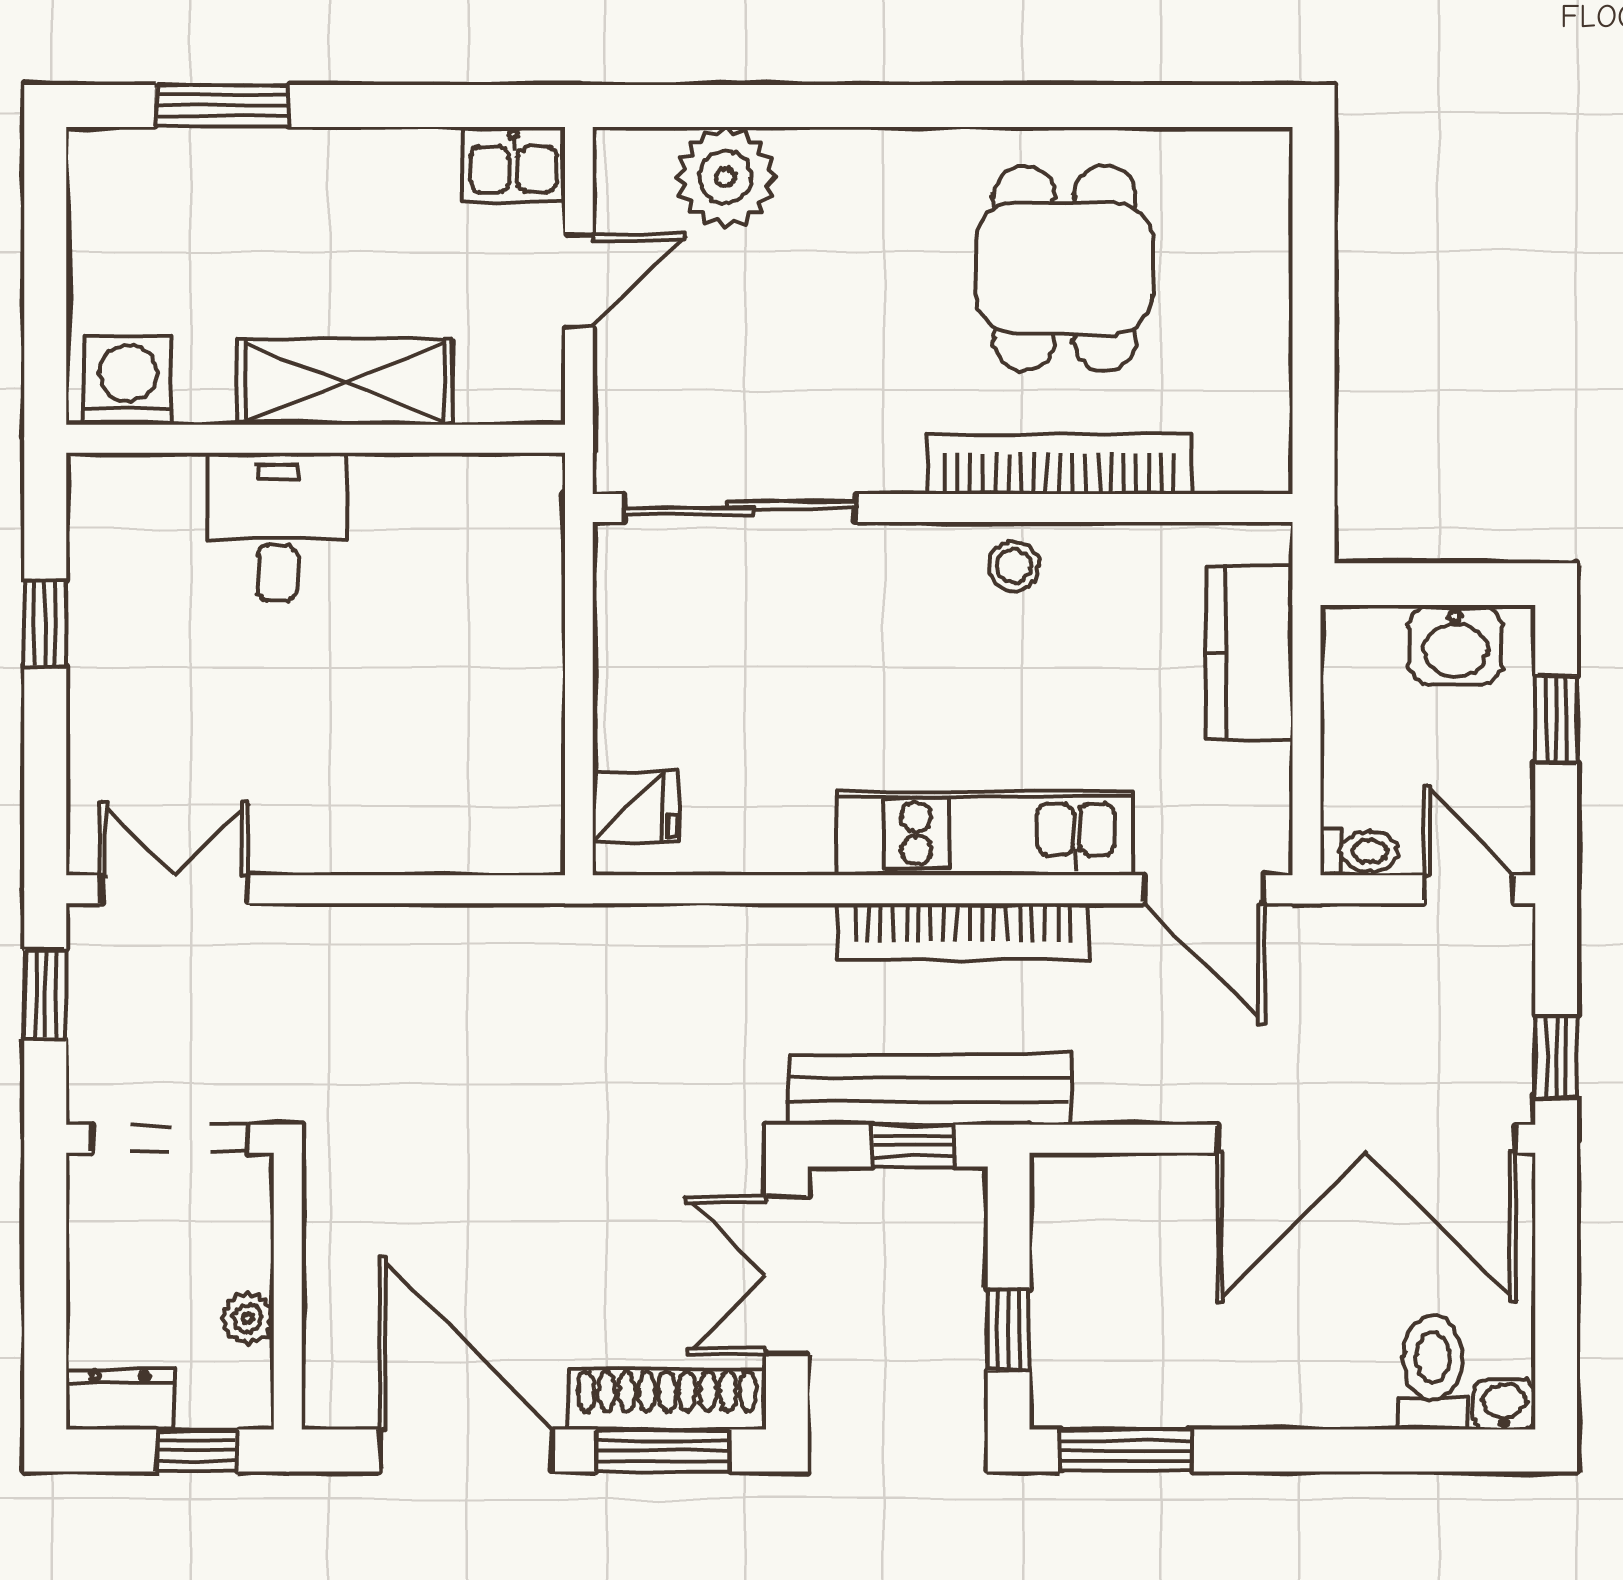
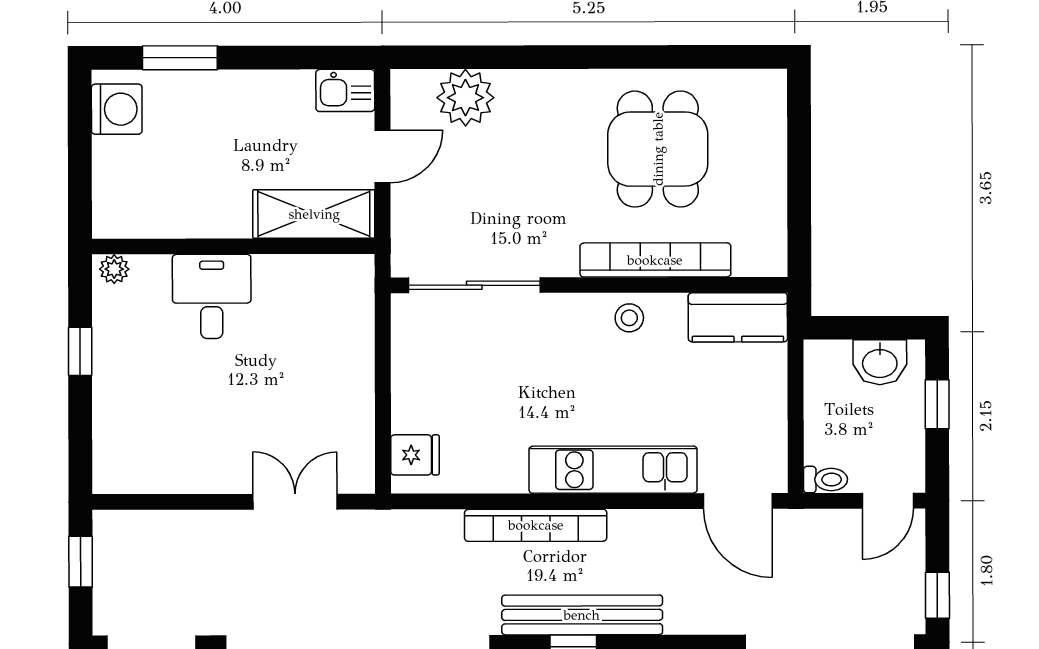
washing machine: (128, 380) -> (117, 109), moved, turned 90
shelving: (345, 382) -> (314, 214), moved
plant: (105, 478) -> (114, 269), added
kitchen counter: (1249, 653) -> (738, 317), moved, turned -90
double door: (174, 889) -> (295, 502), moved
door: (1469, 889) -> (888, 501), swing flipped
bookcase: (963, 931) -> (536, 525), moved

